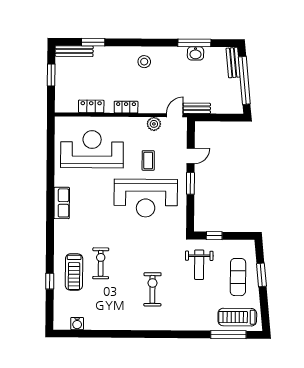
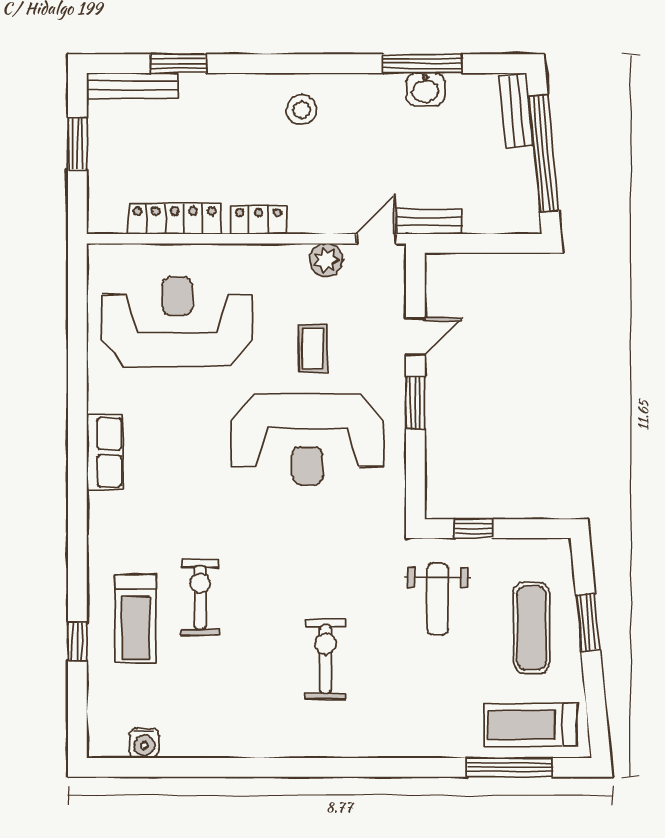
locker: (91, 106) -> (174, 219), width x1.53

